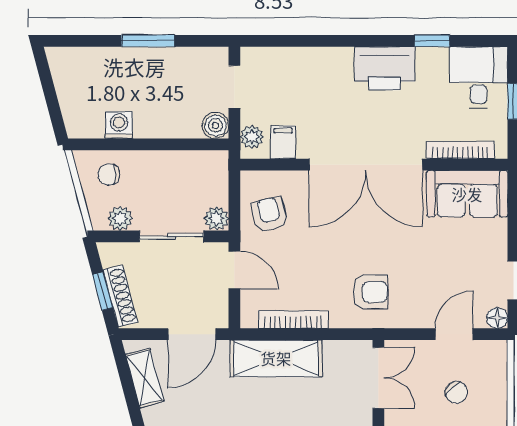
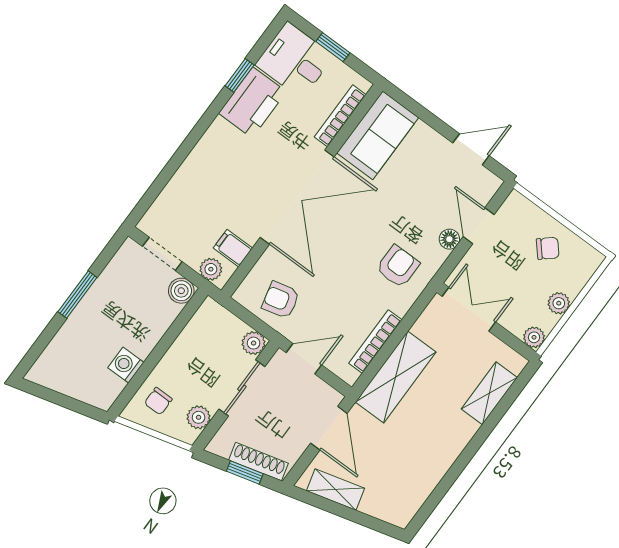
printer: (385, 68) -> (252, 102), moved
floor lamp: (497, 318) -> (449, 239), moved
chair: (456, 392) -> (548, 248), moved

